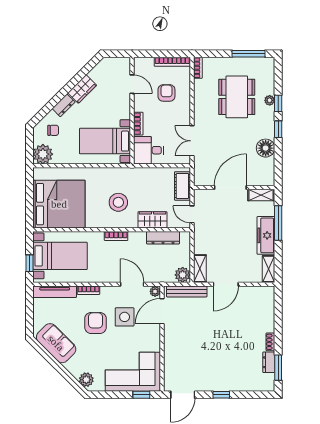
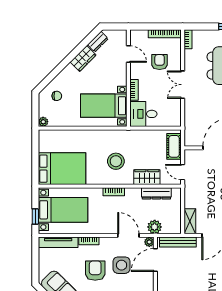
dresser: (64, 105) -> (98, 42), moved
double door: (192, 141) -> (183, 85), moved
plant: (43, 154) -> (43, 122), width x0.53, depth x0.53
bed: (59, 204) -> (62, 169), width x0.73
plant: (183, 275) -> (155, 227), moved

